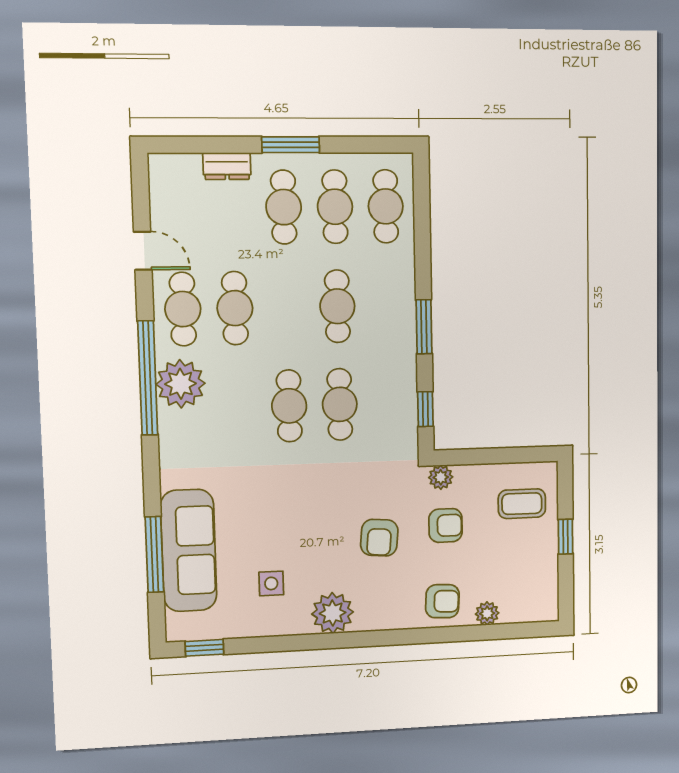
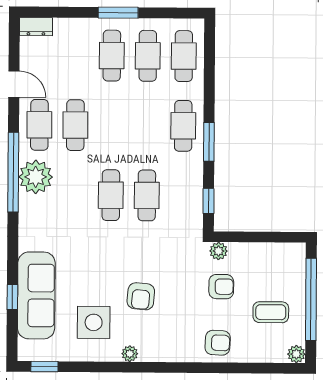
dresser: (227, 166) -> (36, 27), moved
cafe table: (337, 306) -> (183, 126), moved
coffee table: (522, 504) -> (271, 312), moved
window: (566, 537) -> (311, 299), width x3.17
armchair: (379, 538) -> (141, 296), moved
window: (154, 554) -> (12, 297), width x0.46
side table: (271, 583) -> (94, 322), width x1.87, depth x1.87
plant: (333, 613) -> (130, 354), width x0.53, depth x0.53
plant: (487, 613) -> (296, 354), moved

